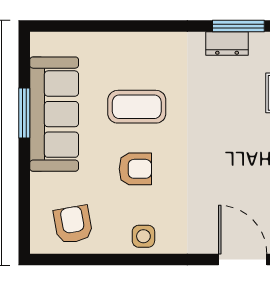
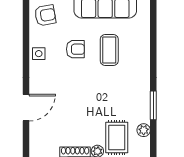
dresser: (227, 43) -> (144, 99), removed
armchair: (135, 169) -> (75, 49), turned -90

